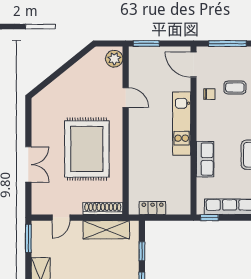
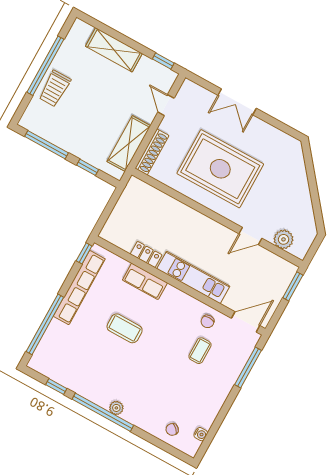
plant: (114, 59) -> (284, 239), moved
locker: (153, 208) -> (146, 254), moved, turned -90
window: (28, 238) -> (163, 61), width x0.67

